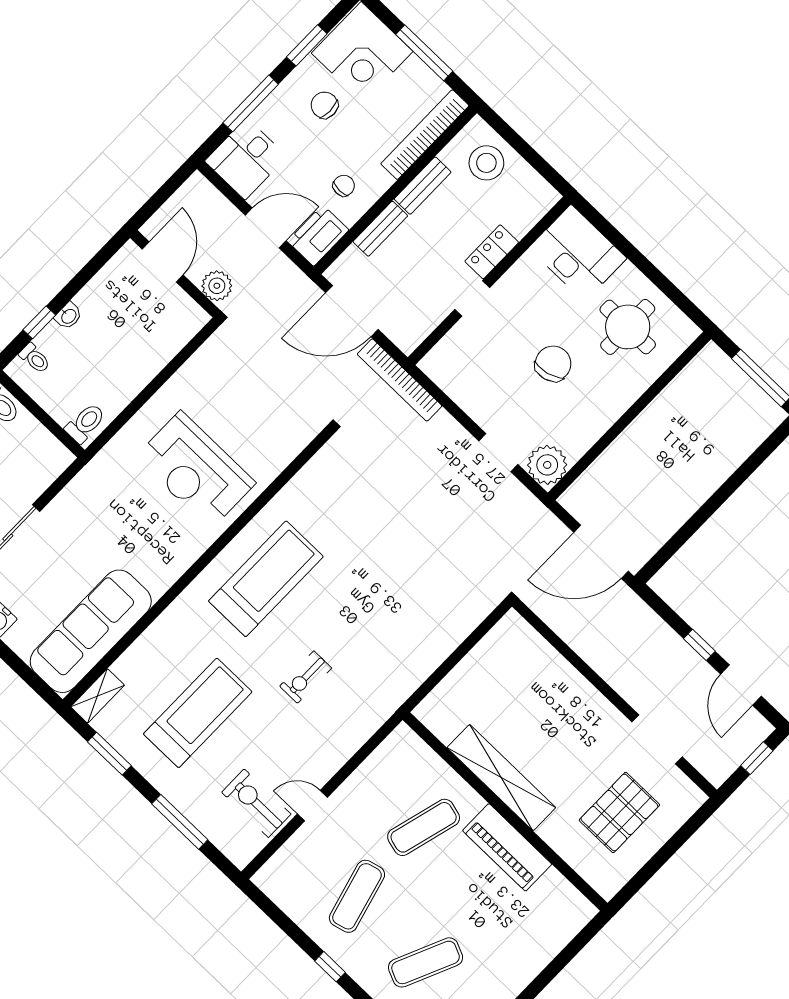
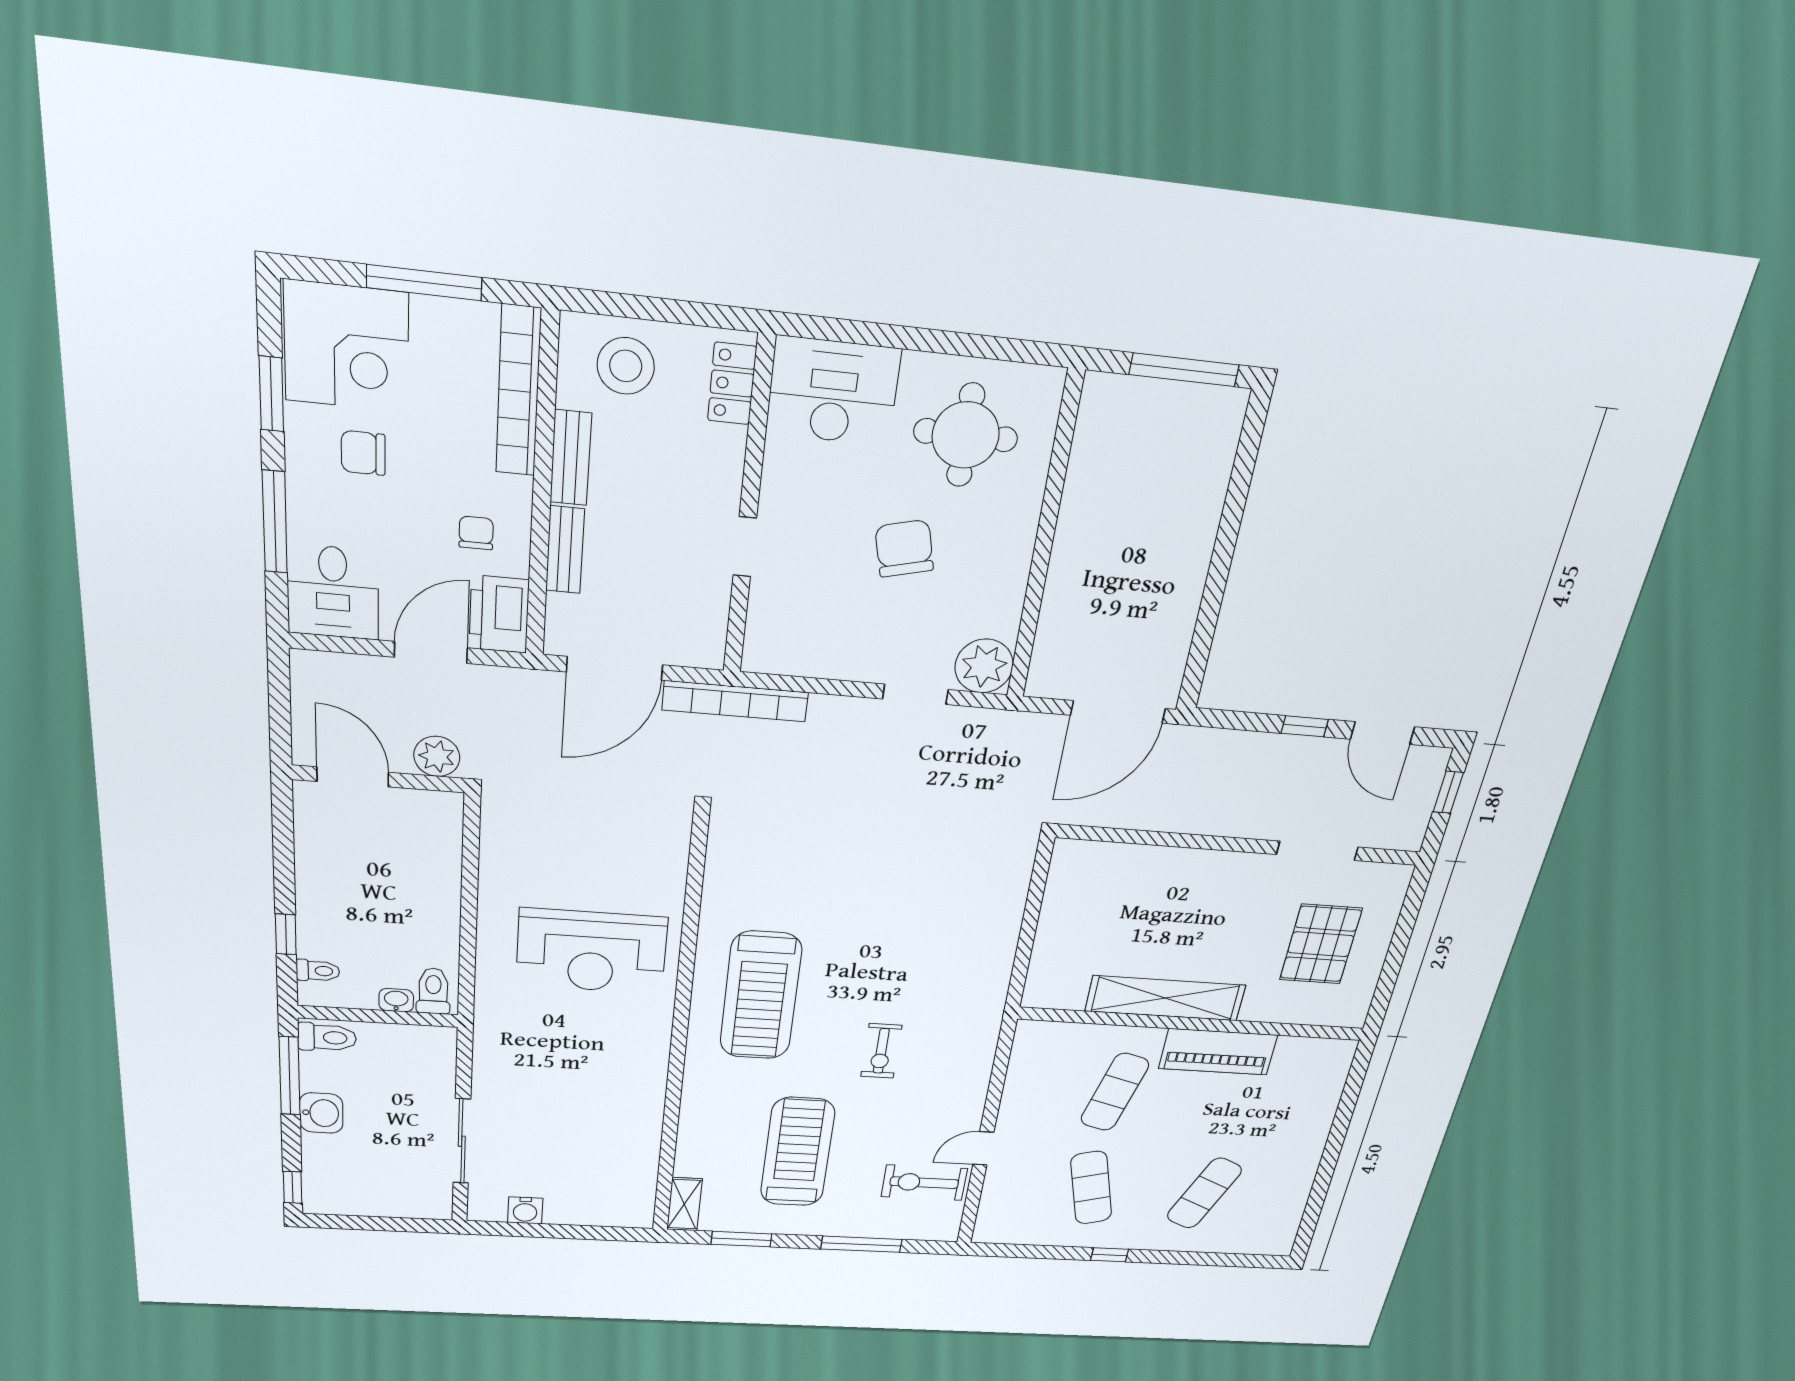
locker: (492, 252) -> (732, 384), moved
washbasin: (68, 316) -> (396, 1000), moved, turned -90
treadmill: (266, 579) -> (761, 996), turned 180
sofa: (91, 631) -> (625, 1160), removed

